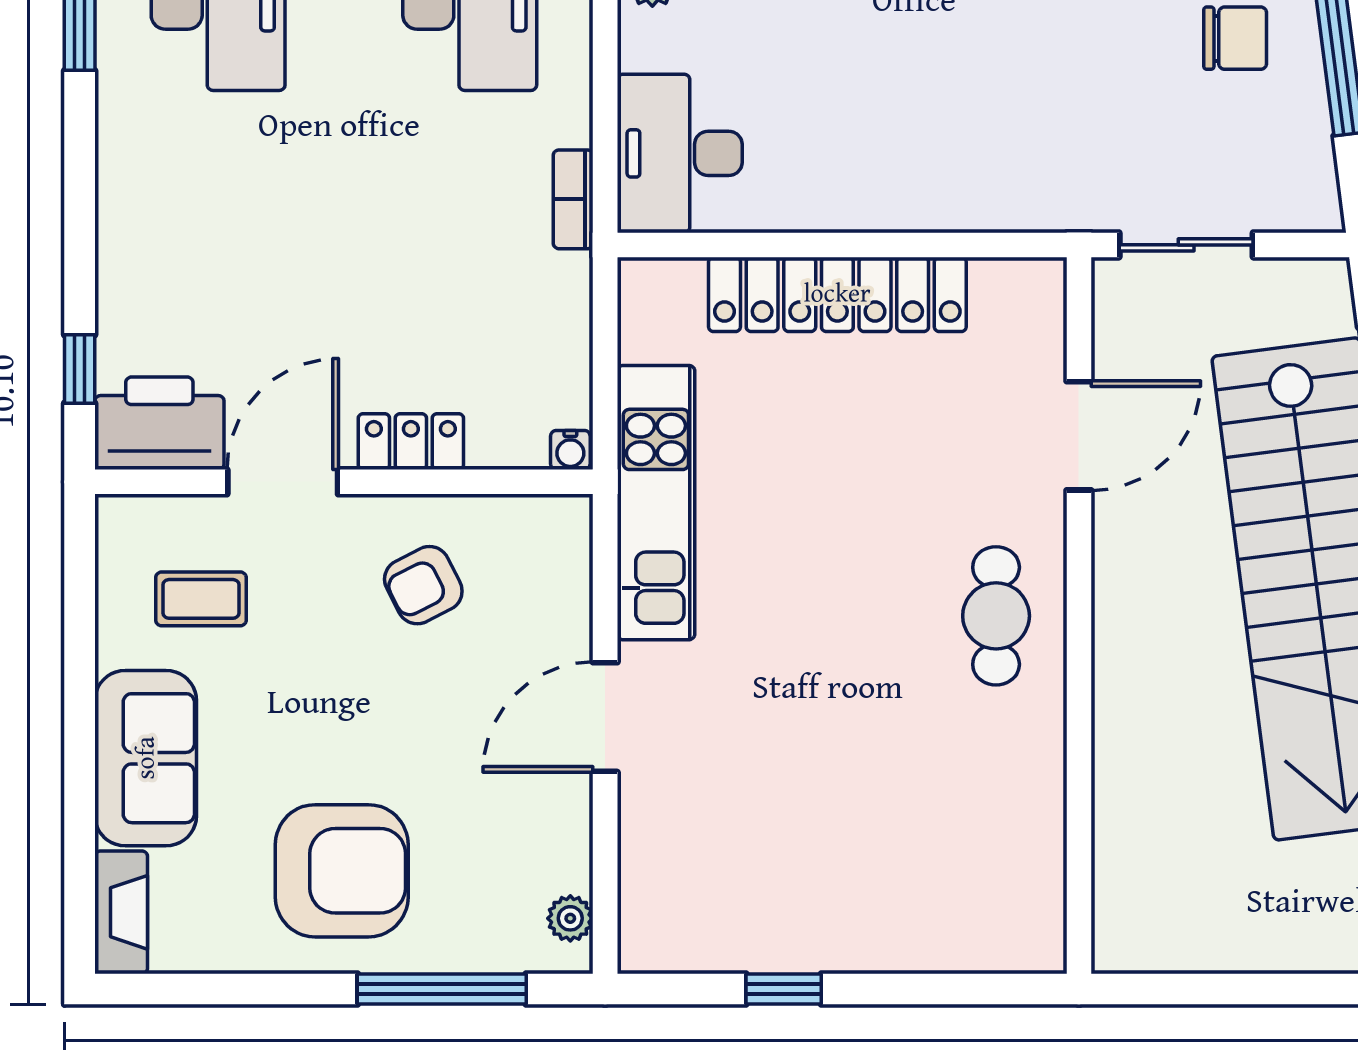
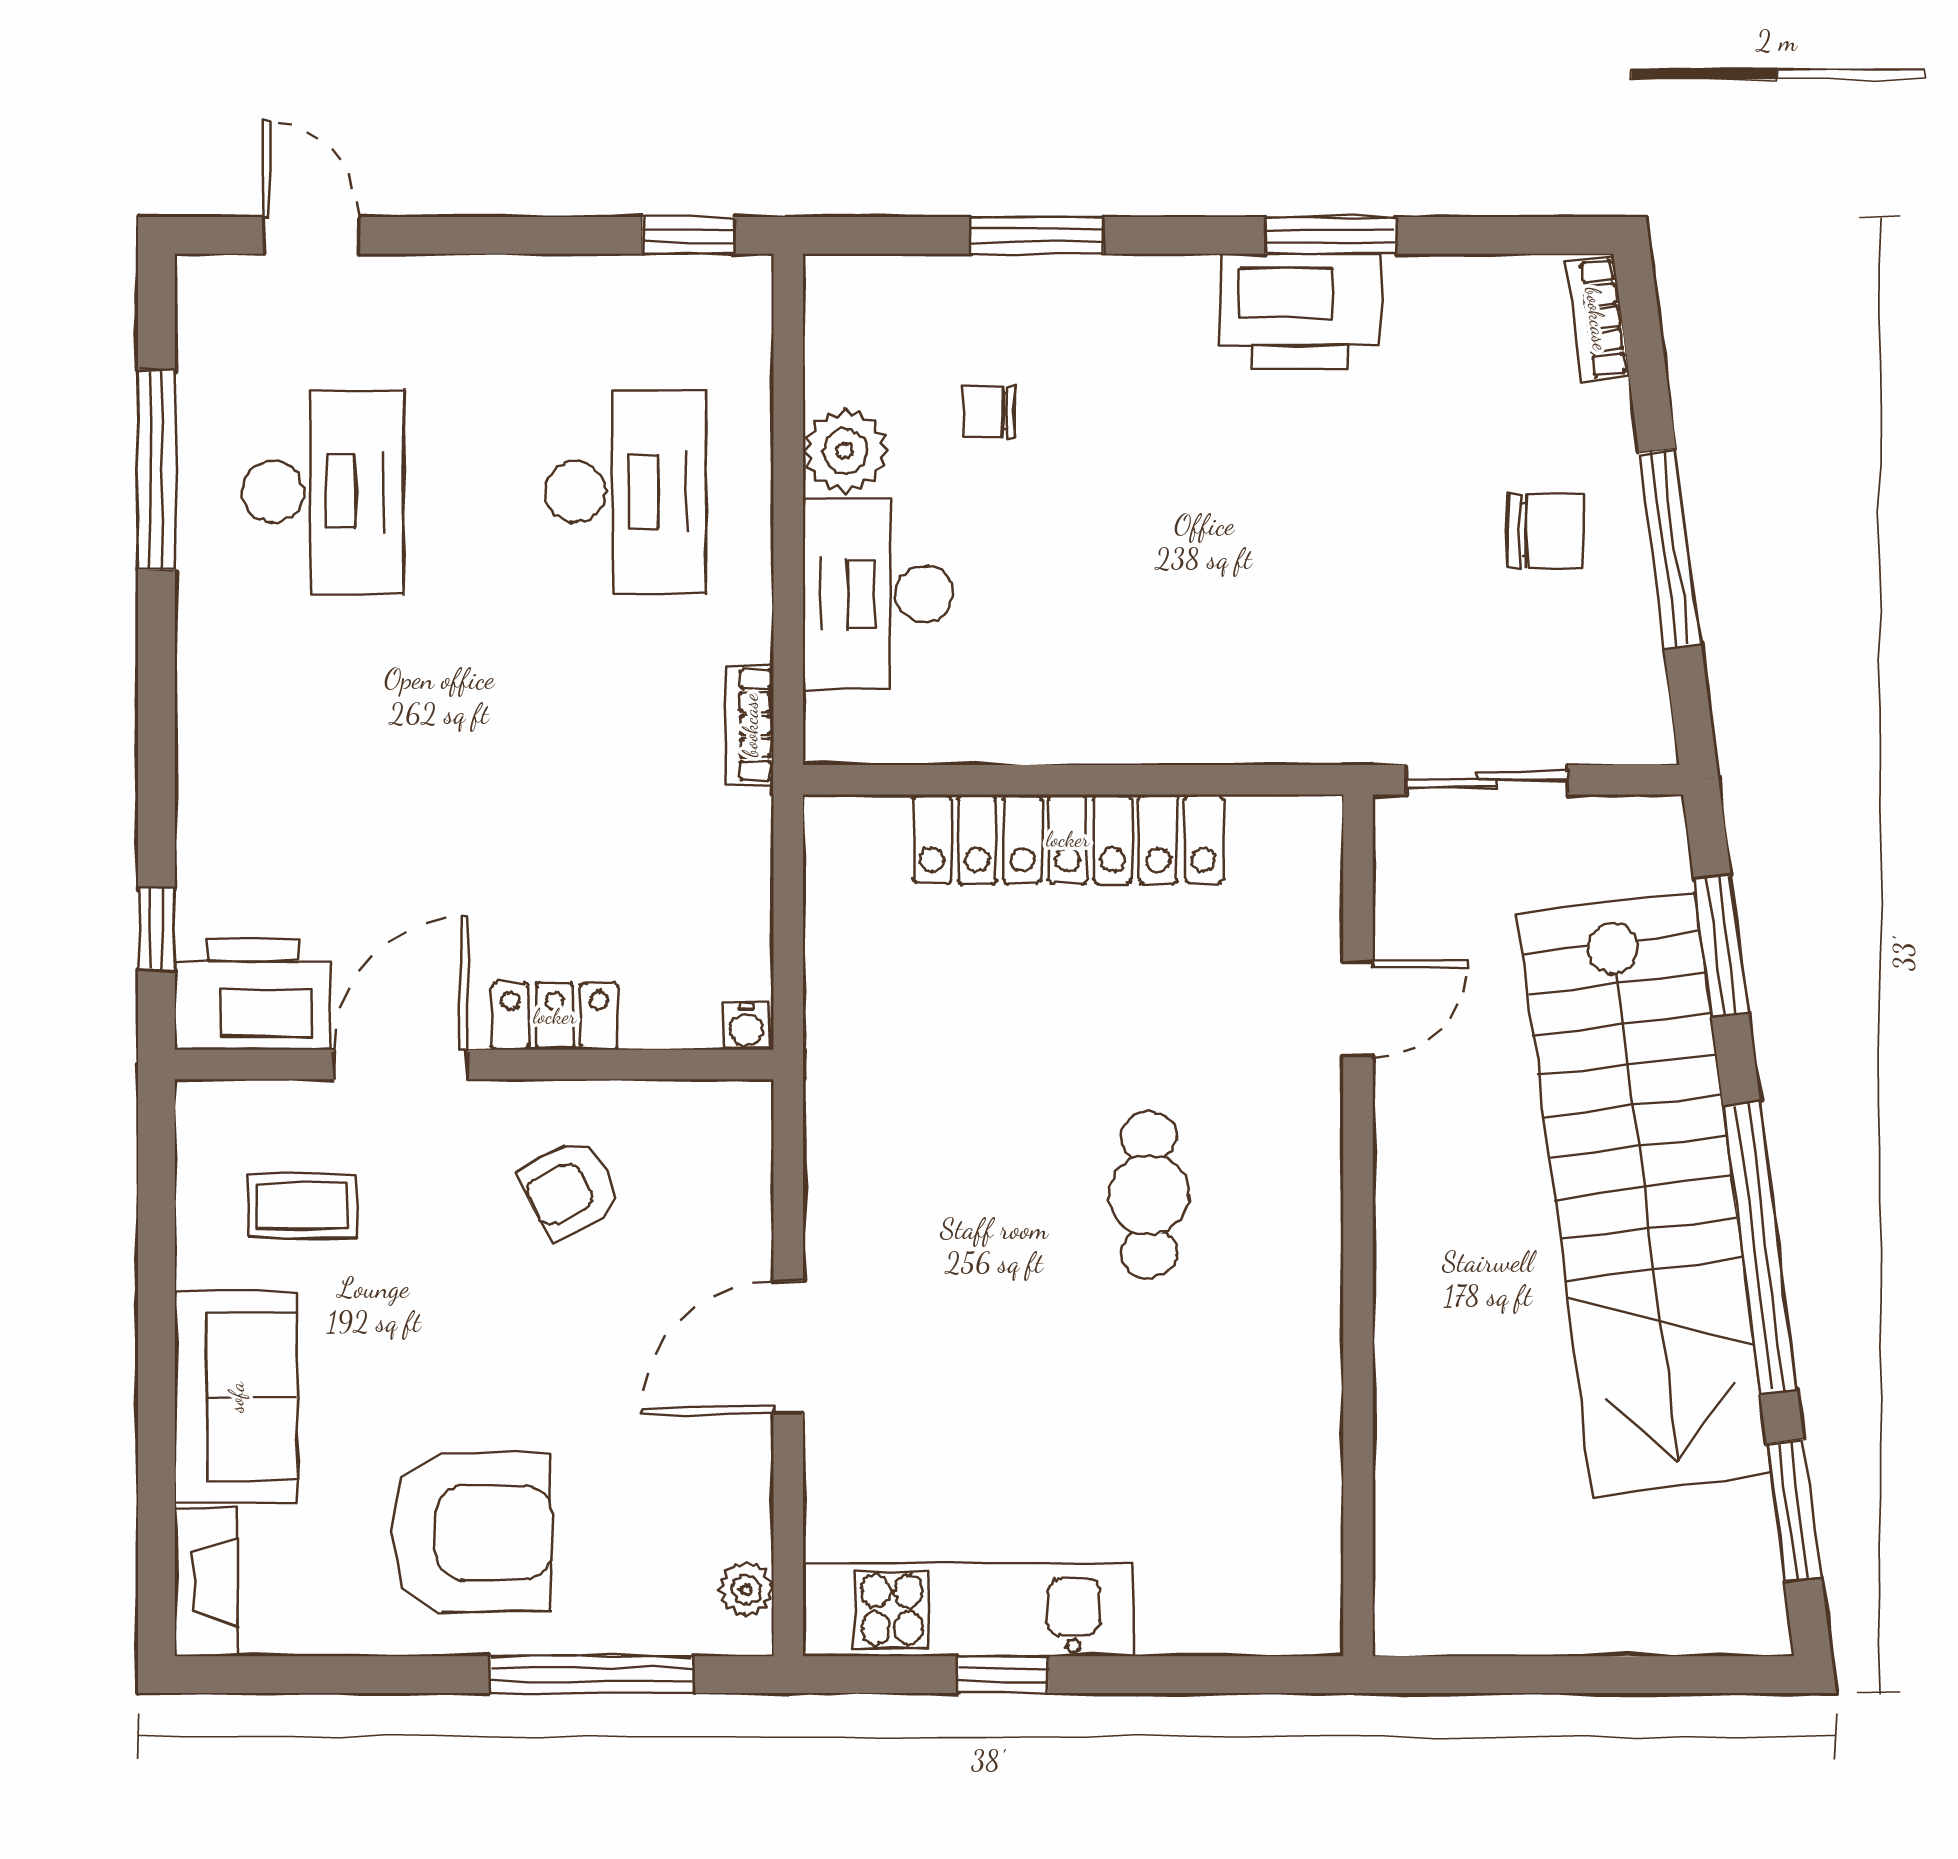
desk: (680, 153) -> (878, 594), moved
door: (1079, 436) -> (1358, 1009), width x0.73
kitchen unit: (656, 503) -> (968, 1610), moved, turned -90
cafe table: (996, 616) -> (1149, 1195), moved

